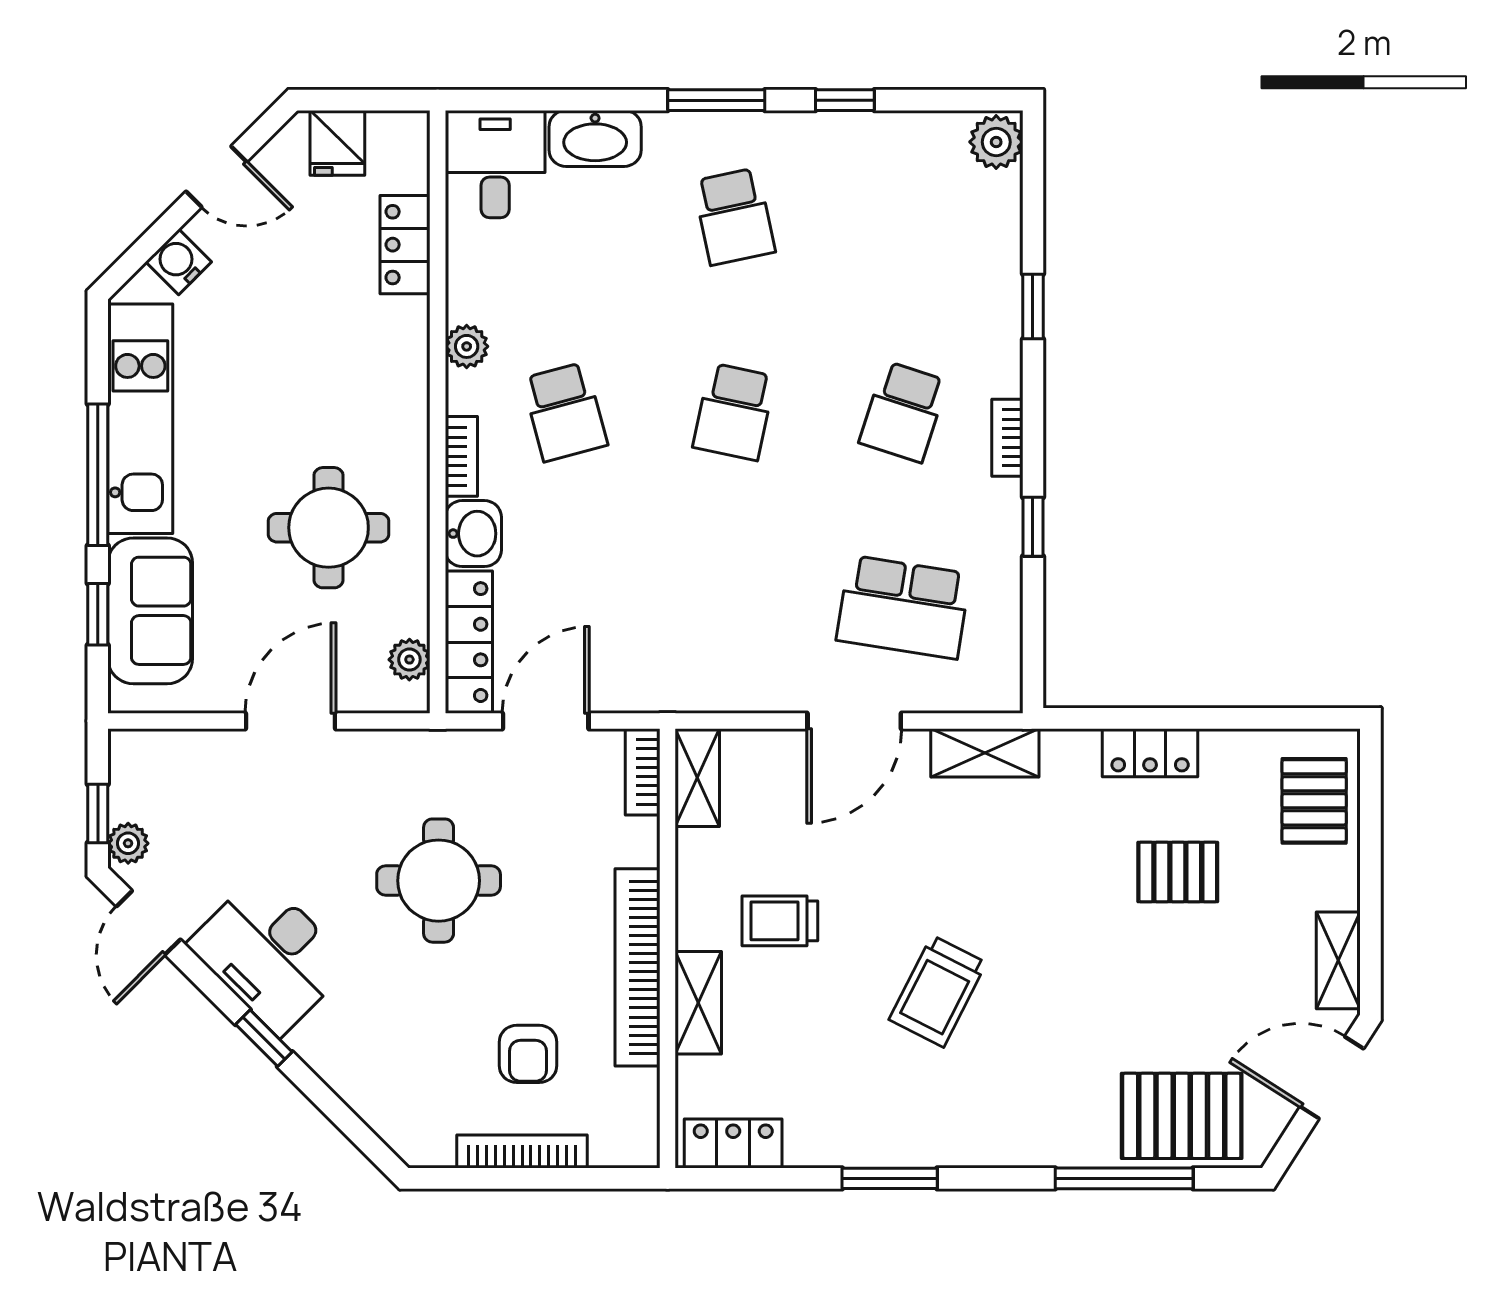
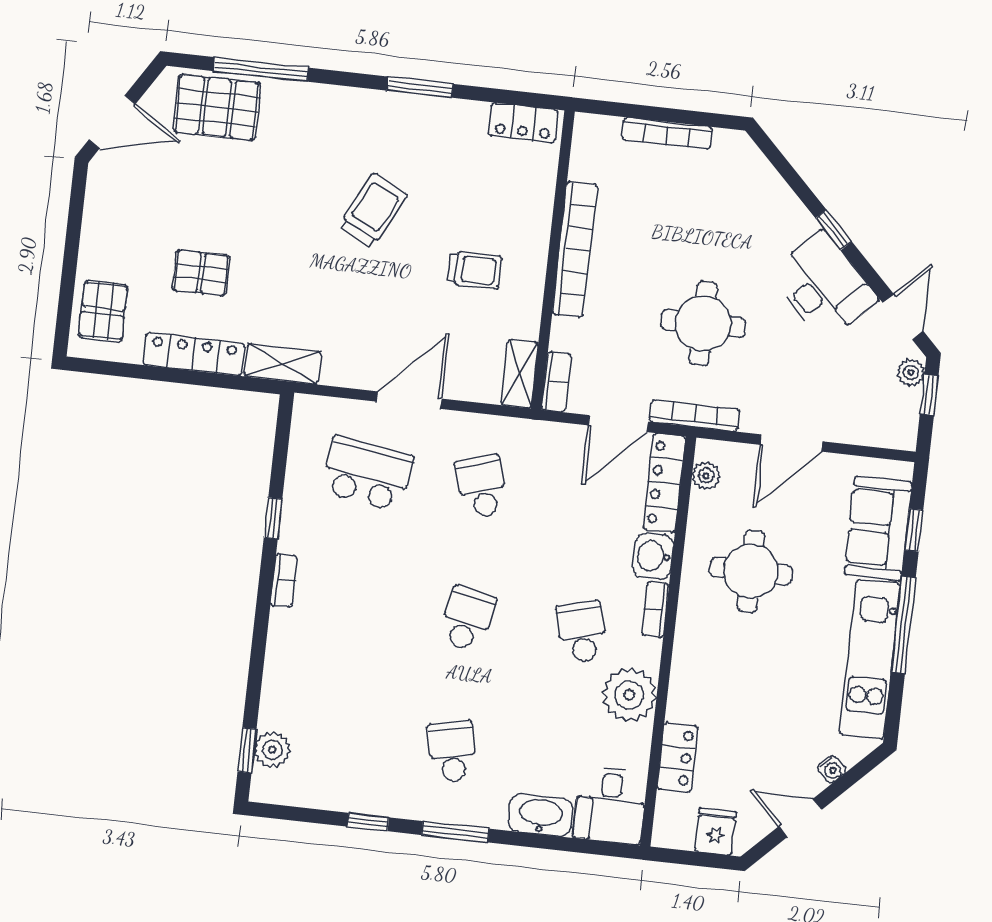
plant: (996, 142) -> (272, 750), moved
water cooler: (179, 262) -> (832, 769), width x0.72, depth x0.72
window: (1033, 307) -> (247, 750), moved
plant: (467, 346) -> (629, 695), width x1.87, depth x1.87
school desk: (903, 412) -> (482, 486), moved, turned -36
bookcase: (436, 745) -> (694, 415), added
shelving: (985, 753) -> (283, 364), moved
locker: (1150, 753) -> (194, 354), width x1.53
shelving: (1338, 960) -> (99, 201), removed
shelving: (698, 1003) -> (536, 221), removed
armchair: (528, 1054) -> (656, 199), removed

